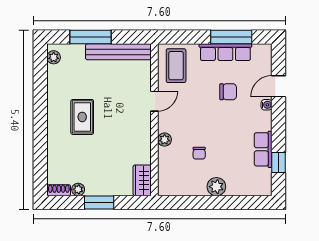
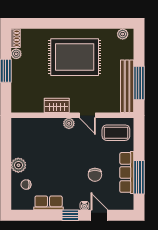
window: (91, 37) -> (139, 83), moved
rug: (82, 117) -> (75, 57), width x1.86, depth x2.06
plant: (165, 140) -> (69, 123), moved
chair: (199, 153) -> (26, 185), moved
window: (278, 162) -> (70, 215), moved
wardrobe: (142, 180) -> (57, 105), moved

